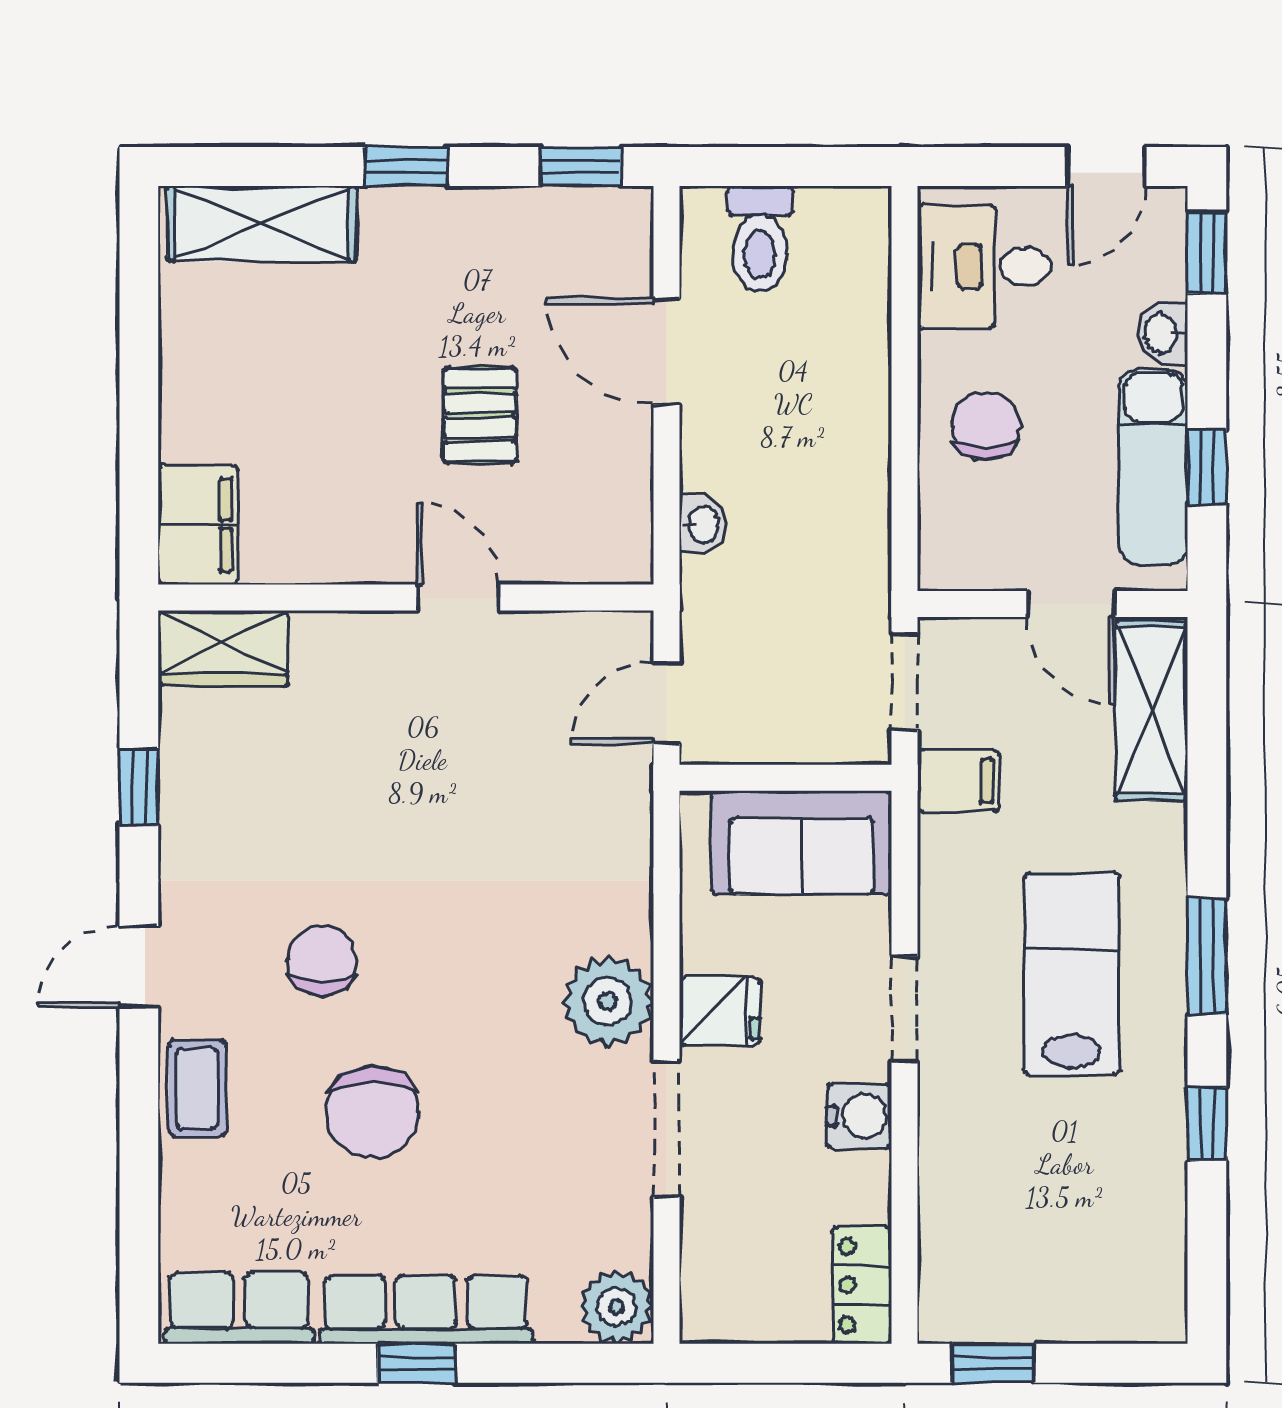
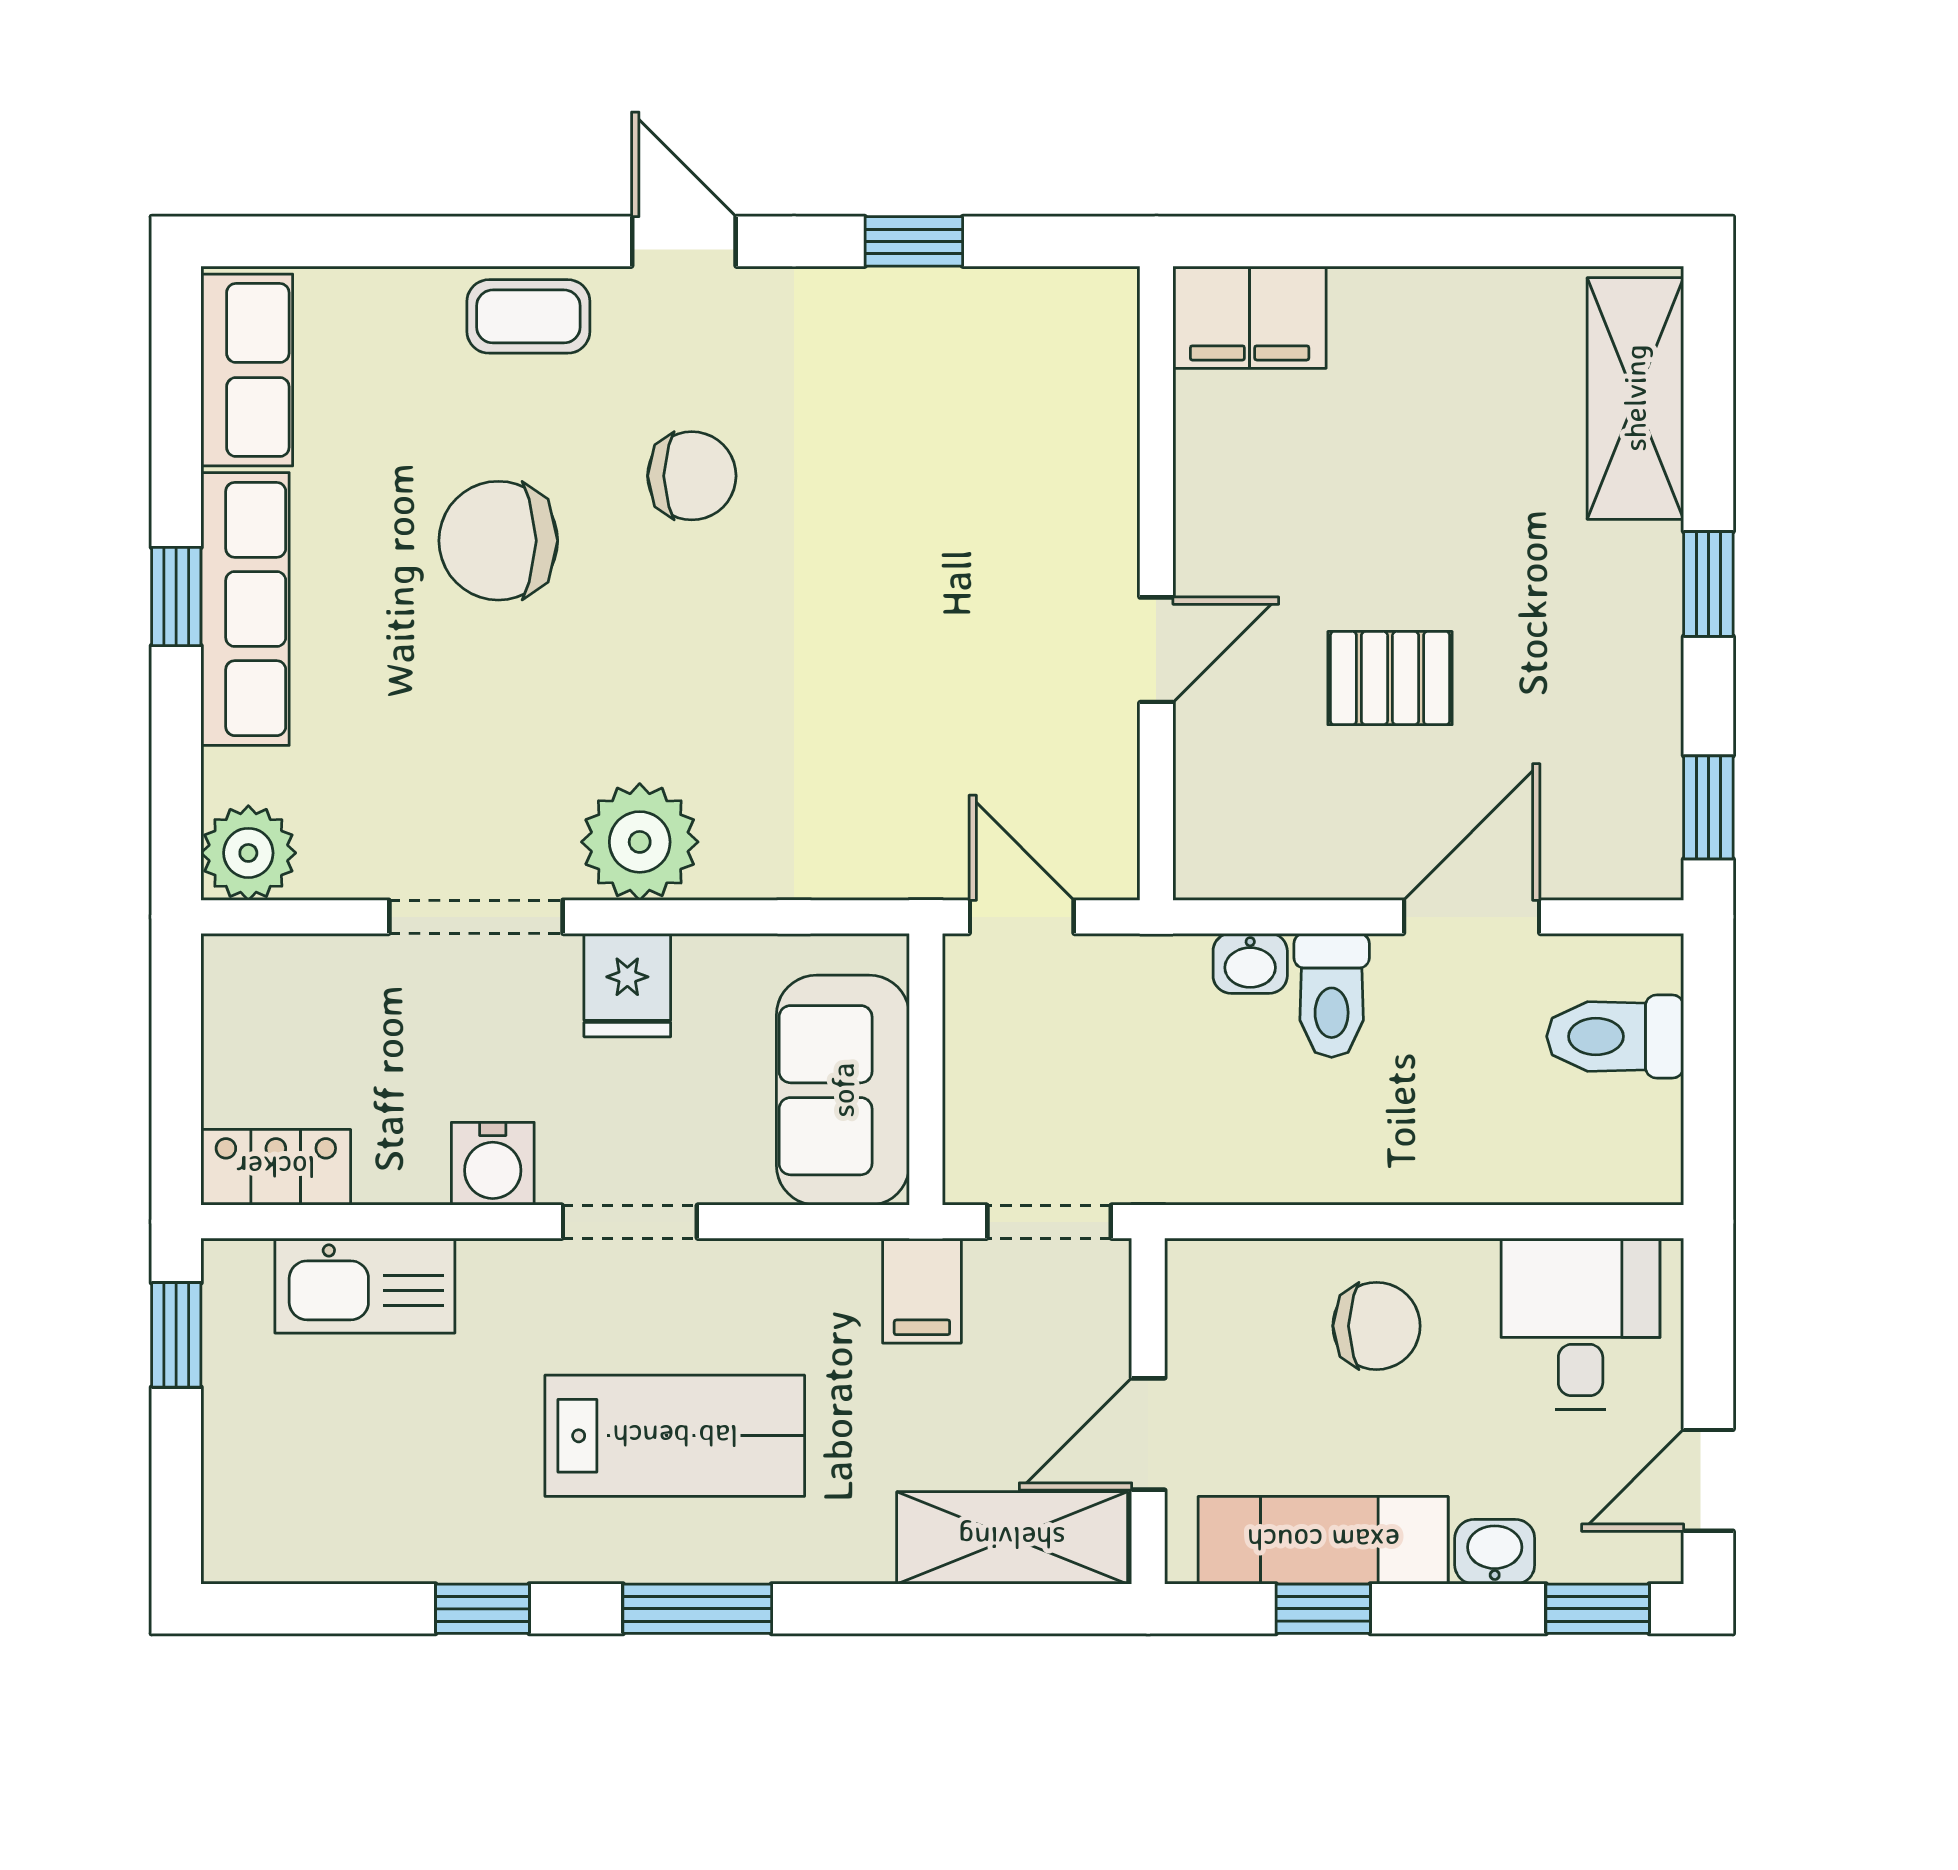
door: (1106, 167) -> (1708, 1480), hinge flipped
toilet: (728, 461) -> (1332, 995), added
wardrobe: (223, 648) -> (1092, 349), removed
kitchen sink: (954, 1216) -> (365, 1286), added

